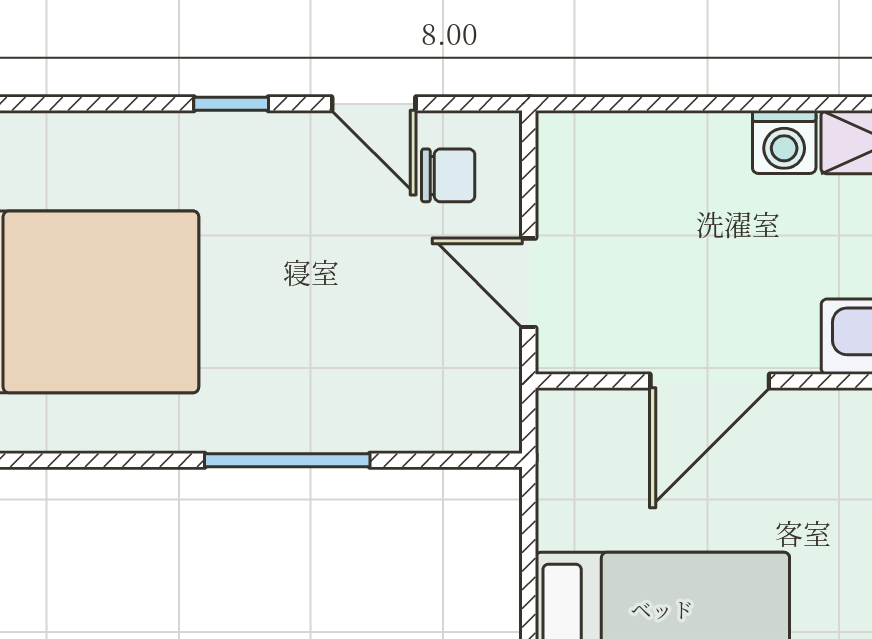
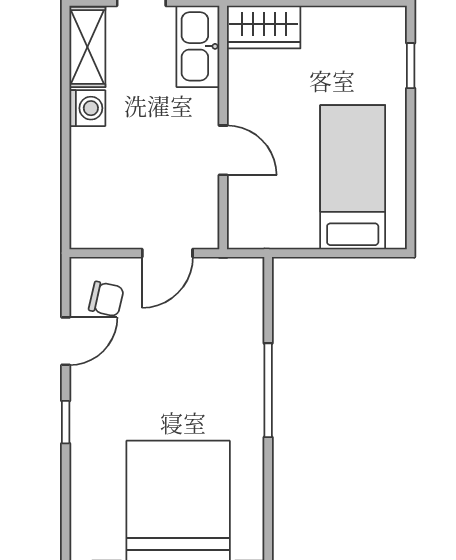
chair: (448, 175) -> (106, 299), turned 103
door: (710, 381) -> (223, 150), width x0.73

